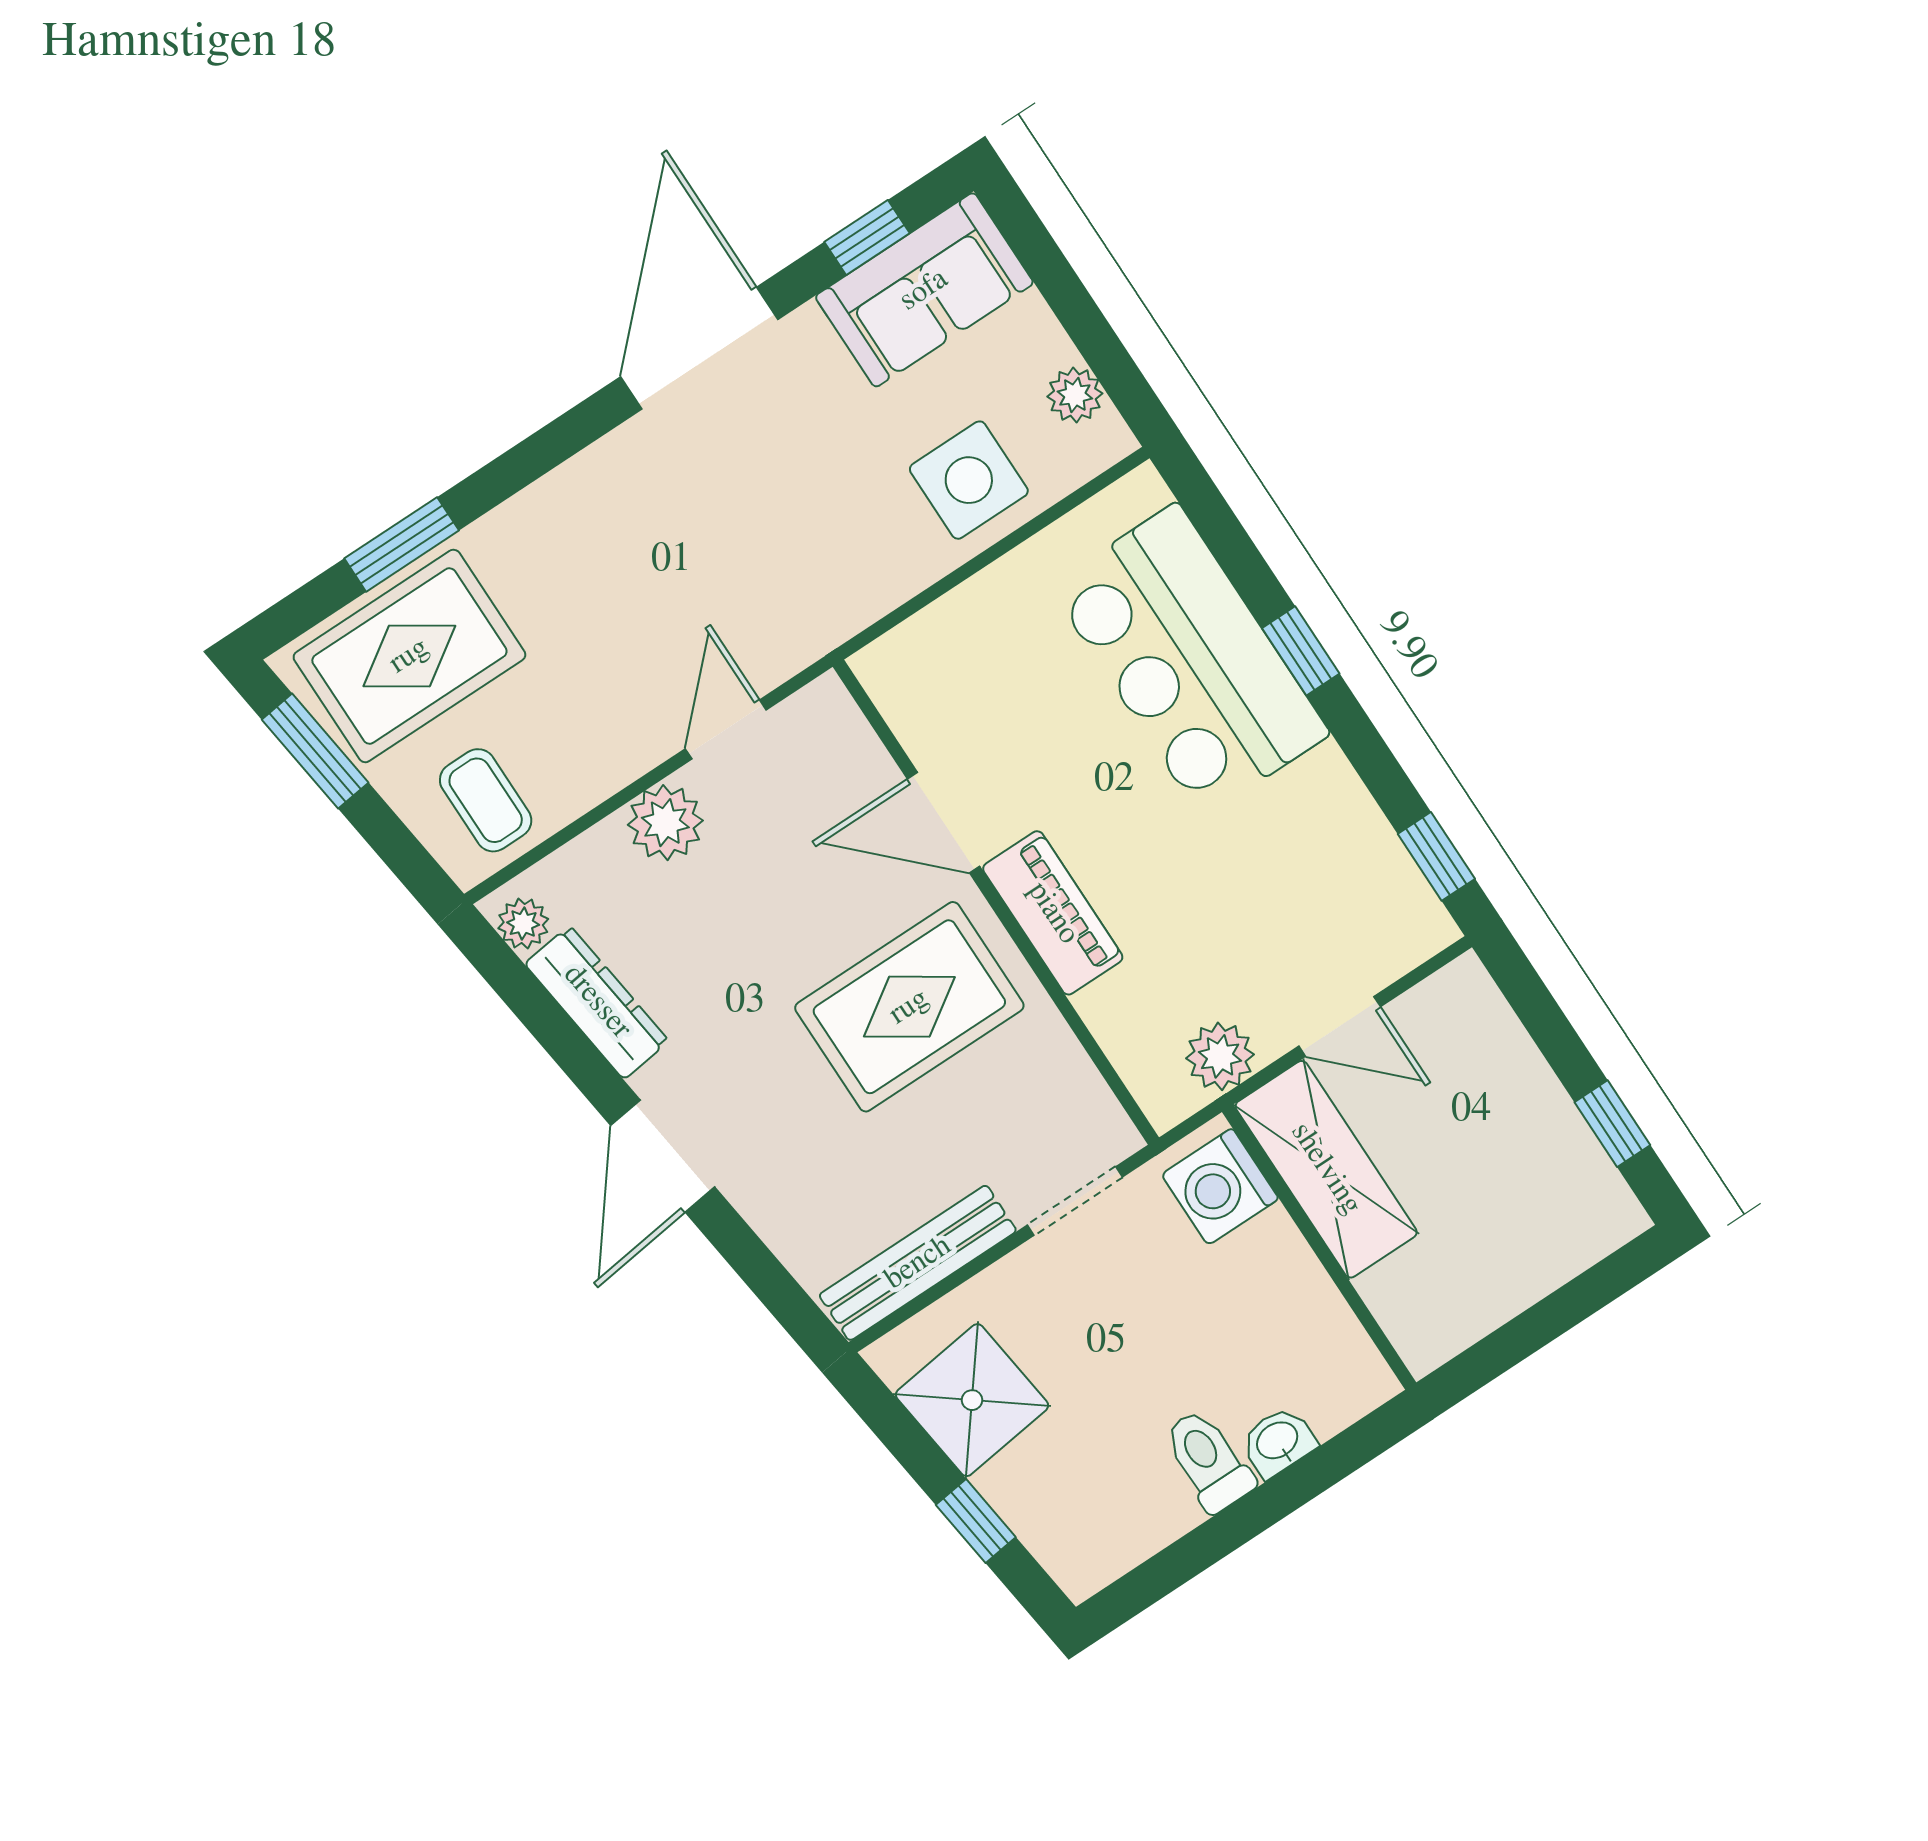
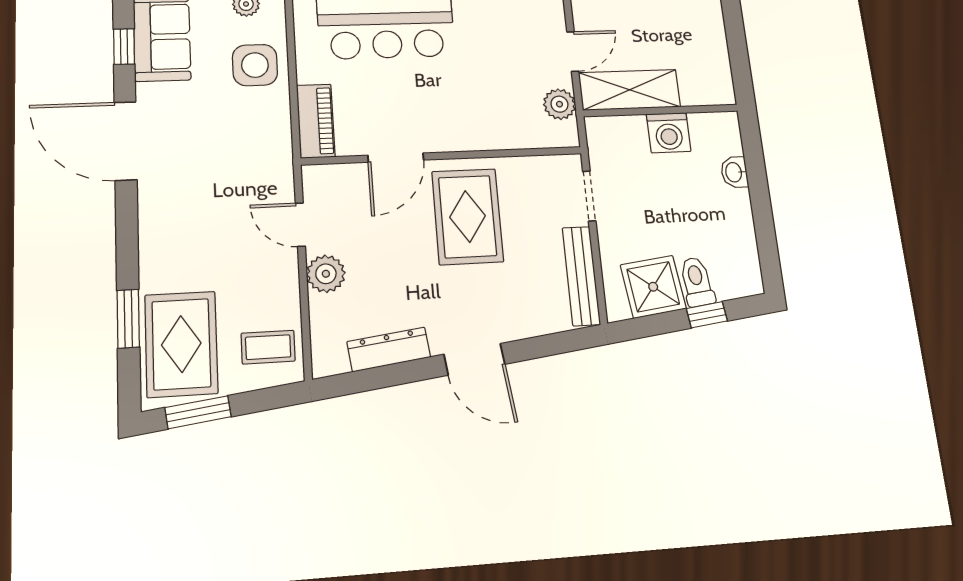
piano: (1053, 913) -> (316, 121), moved, turned 90
plant: (523, 924) -> (334, 362), removed
washing machine: (1220, 1187) -> (669, 133), moved
toilet: (1208, 1460) -> (697, 282), moved, turned 83

